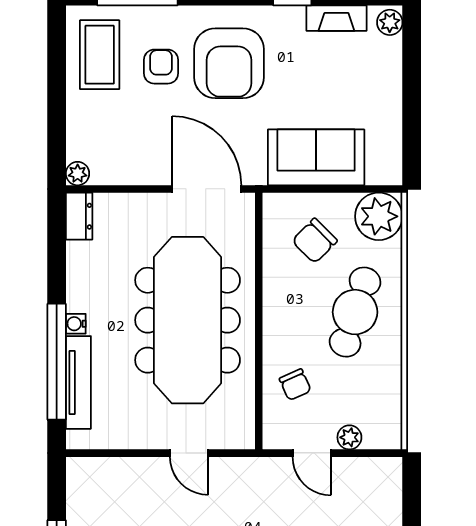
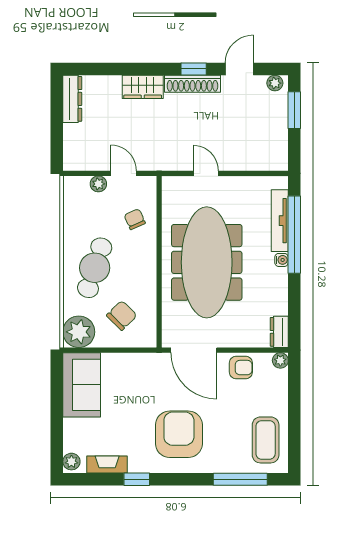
armchair: (161, 67) -> (241, 368), moved, turned -90
sofa: (316, 157) -> (82, 385), moved, turned -90

